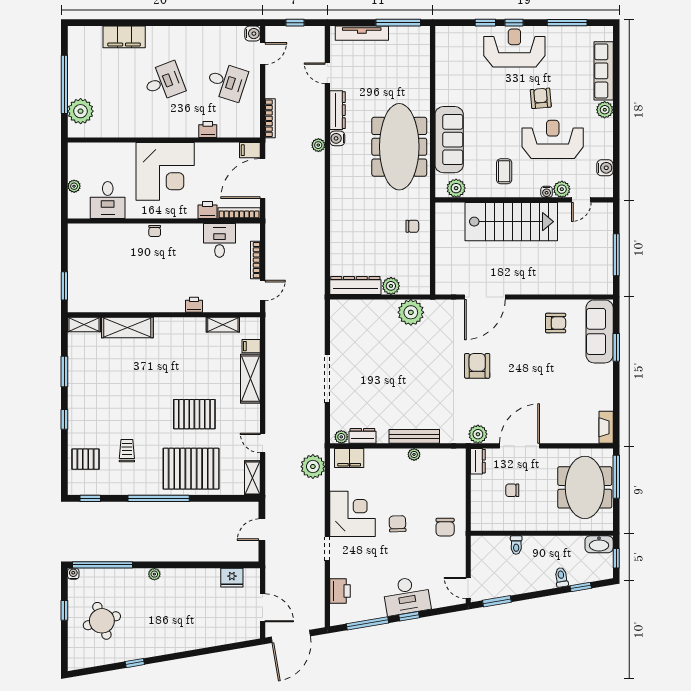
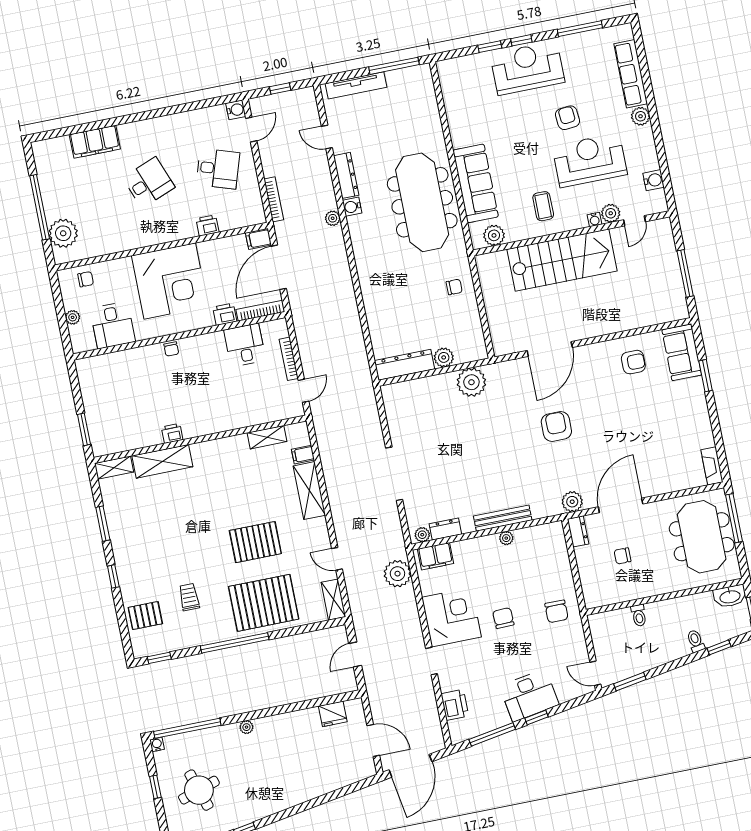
chair: (92, 155) -> (86, 279), added
printer: (194, 305) -> (172, 433), moved
sofa: (600, 331) -> (682, 352), width x0.73

